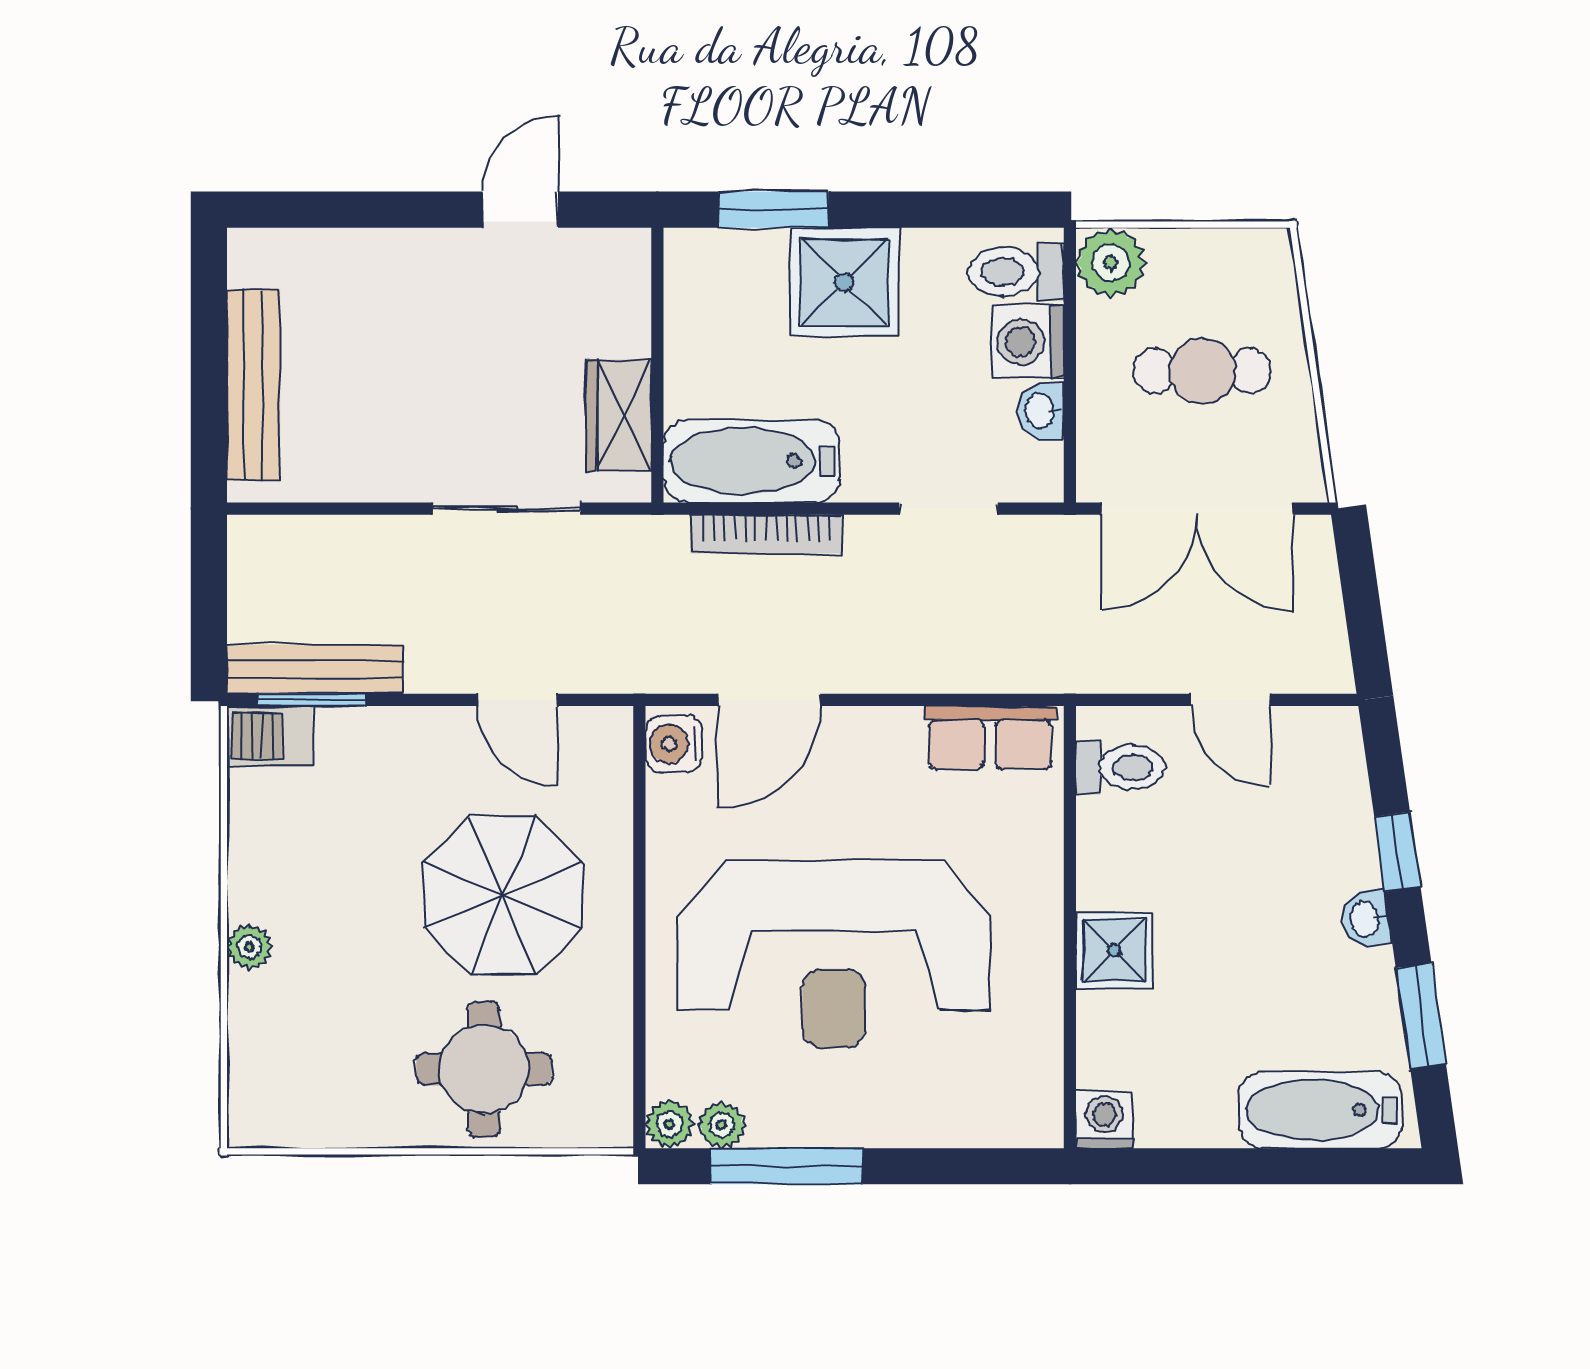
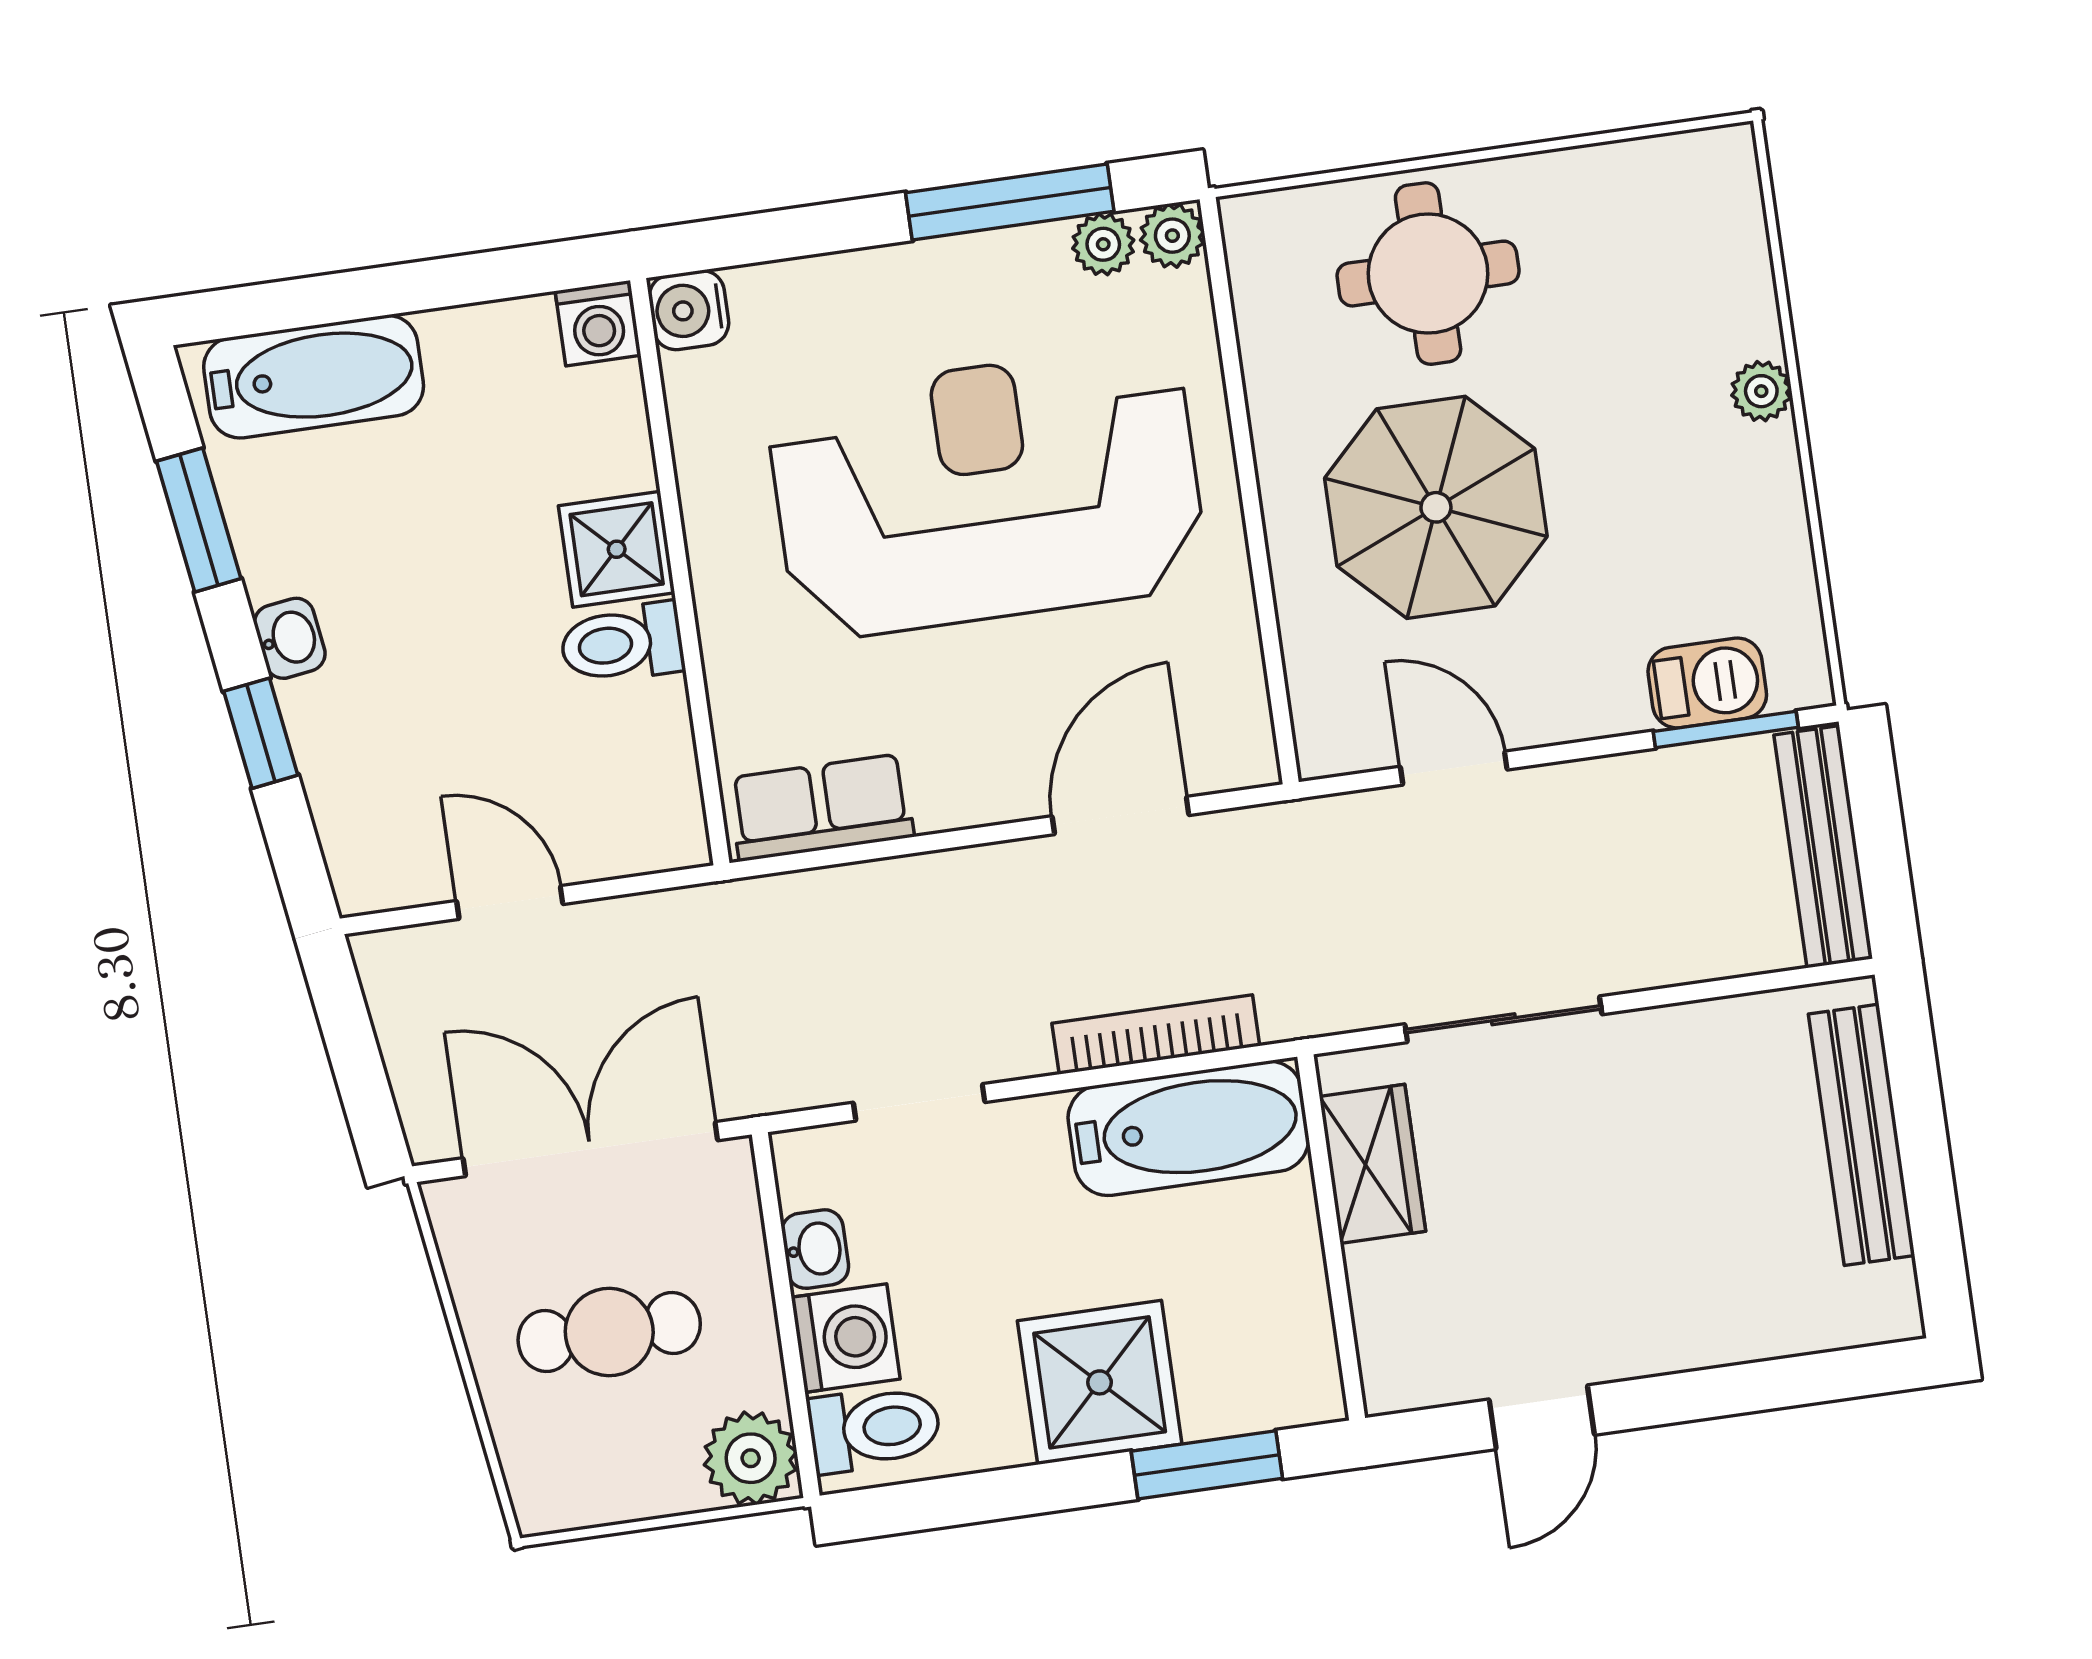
bench: (315, 669) -> (1823, 847), moved, turned 90
barbecue: (270, 736) -> (1707, 683), moved
water cooler: (674, 744) -> (689, 310), moved, turned 180
toilet: (1120, 768) -> (622, 643), moved

